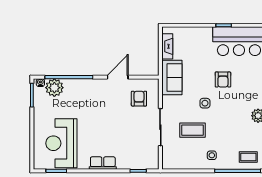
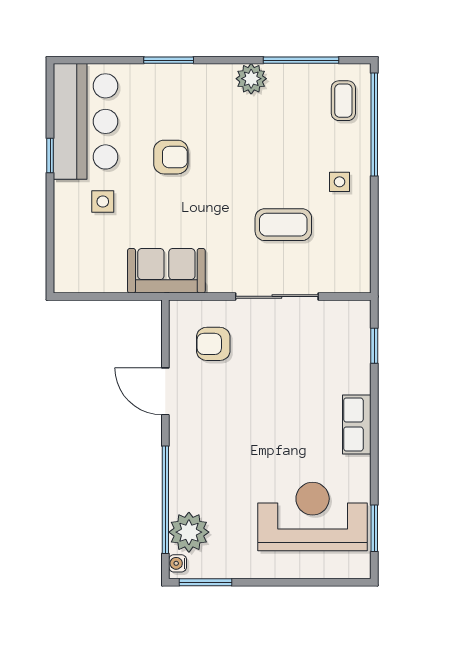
fireplace: (167, 46) -> (97, 281), removed
side table: (205, 103) -> (103, 202), moved
coffee table: (193, 130) -> (283, 225), turned 90
reception desk: (61, 143) -> (313, 517), turned 180

